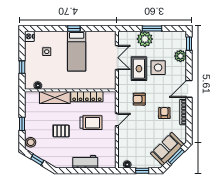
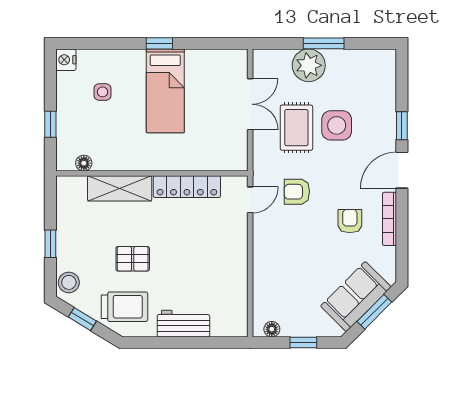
window: (189, 44) -> (402, 126), moved
plant: (180, 56) -> (384, 101), removed
door: (117, 120) -> (250, 200), moved
trolley: (91, 123) -> (124, 307), moved

